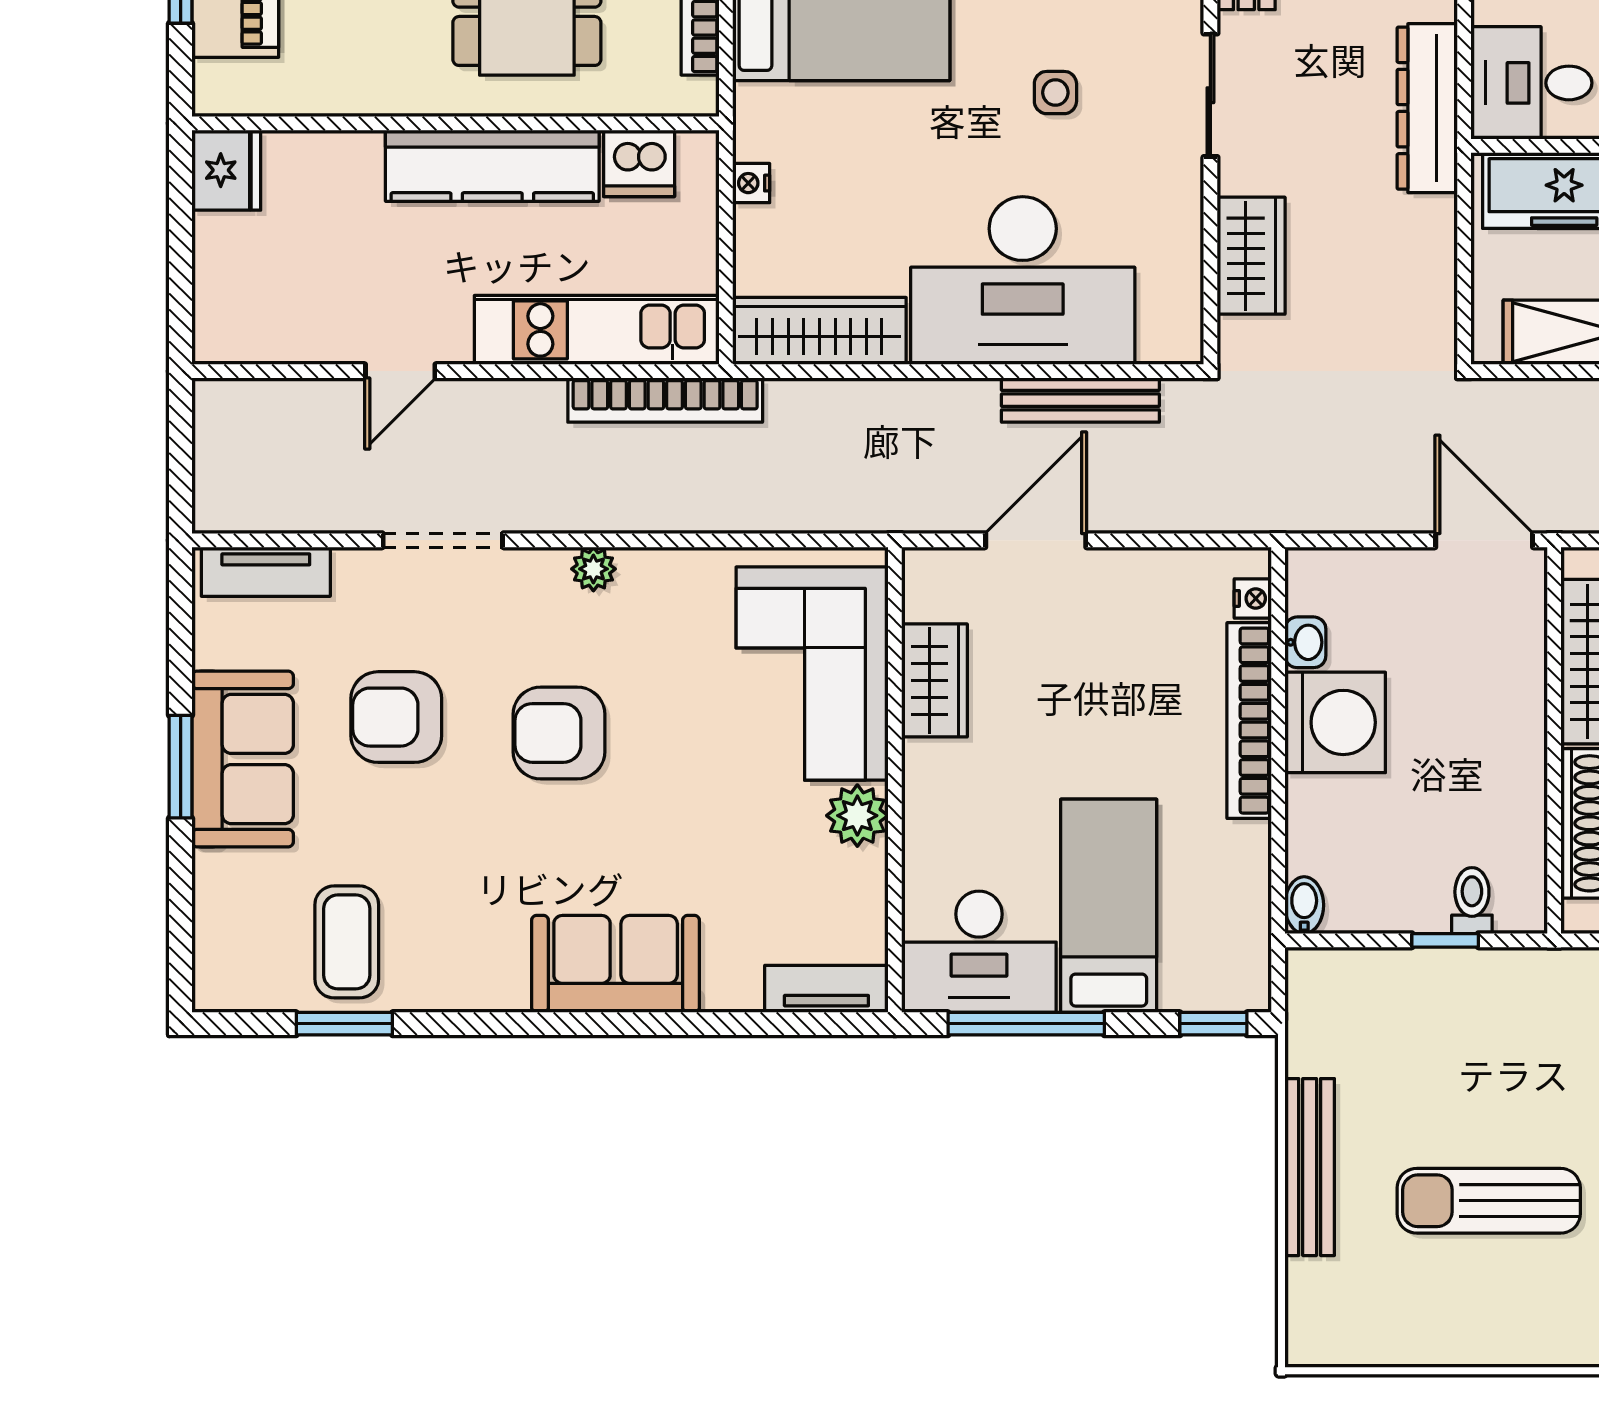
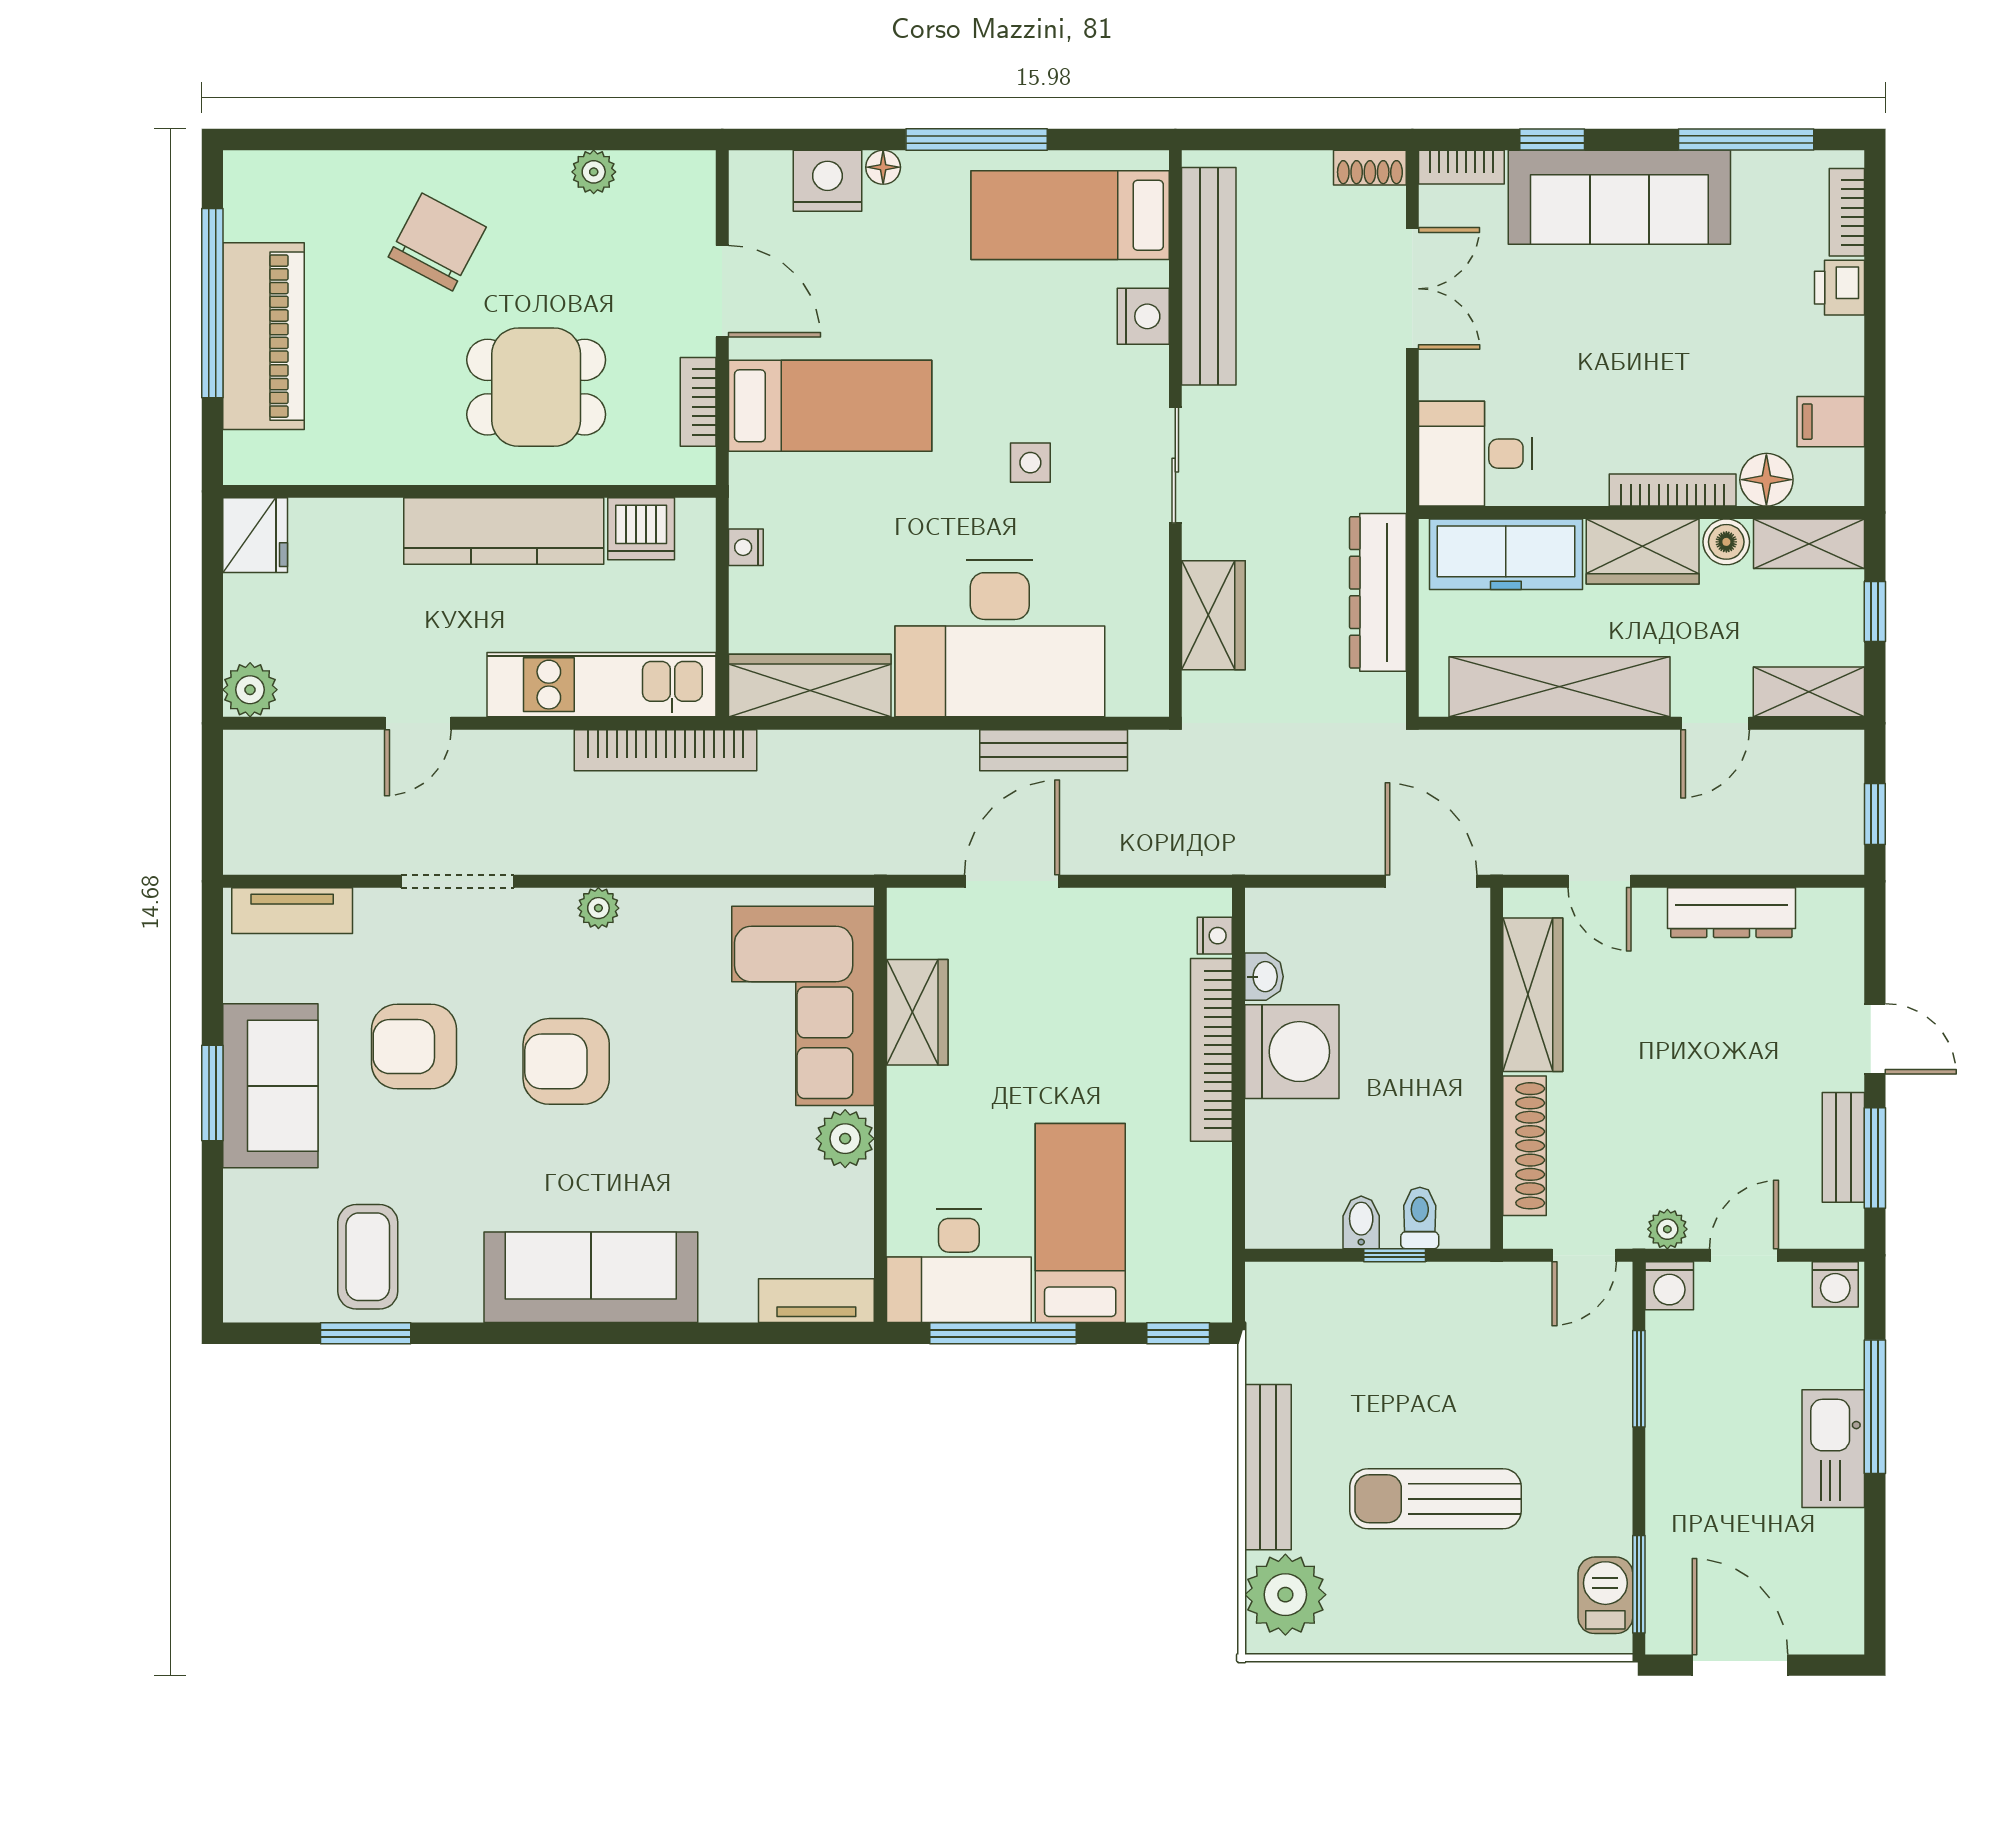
dresser: (1427, 108) -> (1378, 592), moved
plant: (221, 335) -> (250, 690), added
bidet: (1304, 905) -> (1361, 1222), moved
sofa: (616, 964) -> (591, 1277), width x1.36
plant: (1328, 1303) -> (1285, 1595), added

